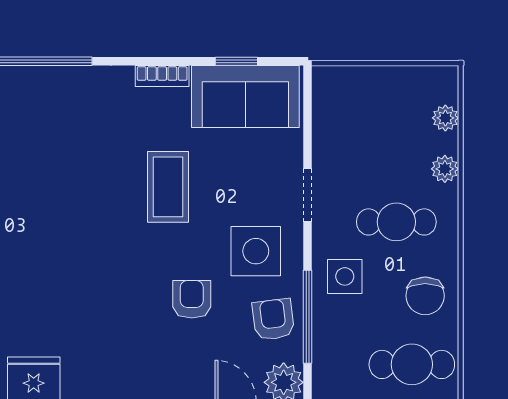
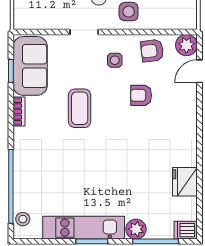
coffee table: (168, 187) -> (80, 108), turned 90
side table: (256, 251) -> (115, 60), width x0.54, depth x0.54
window: (307, 317) -> (151, 32), removed

